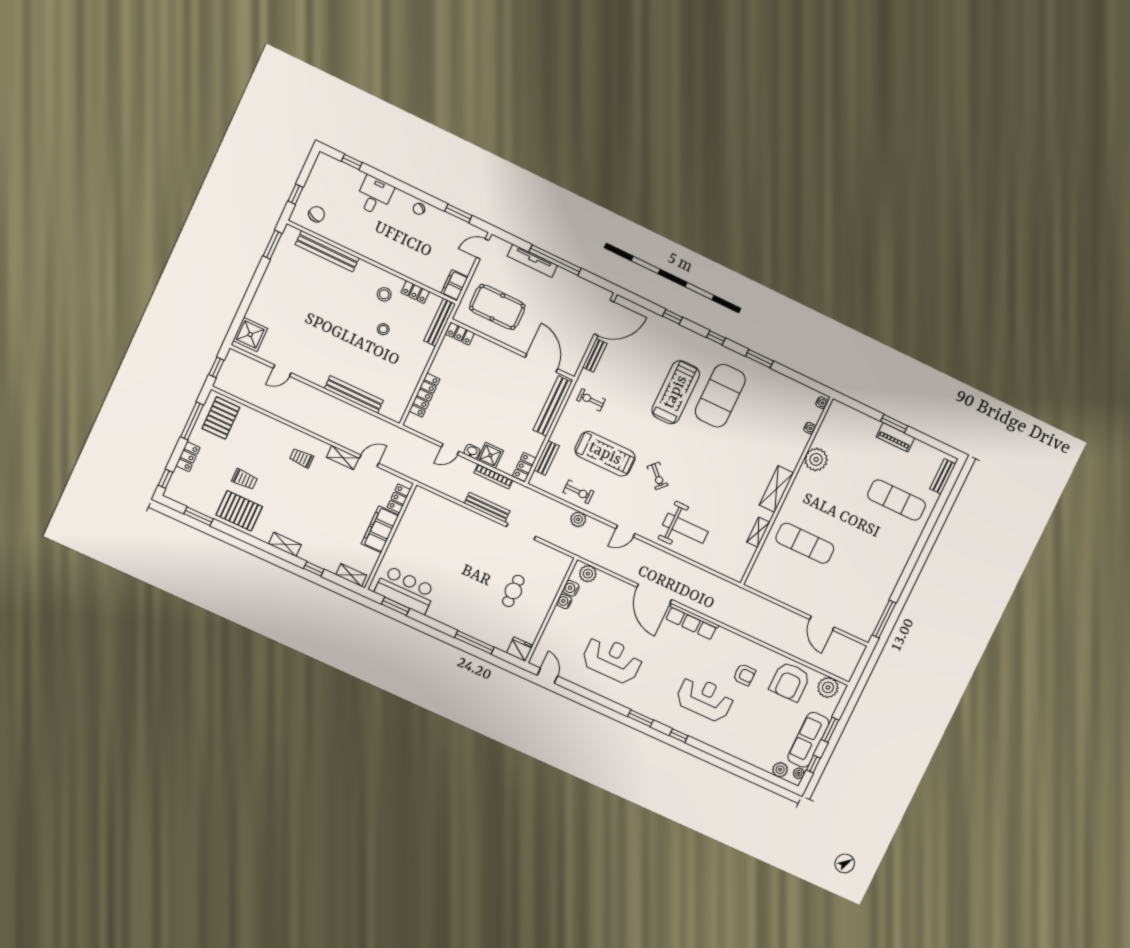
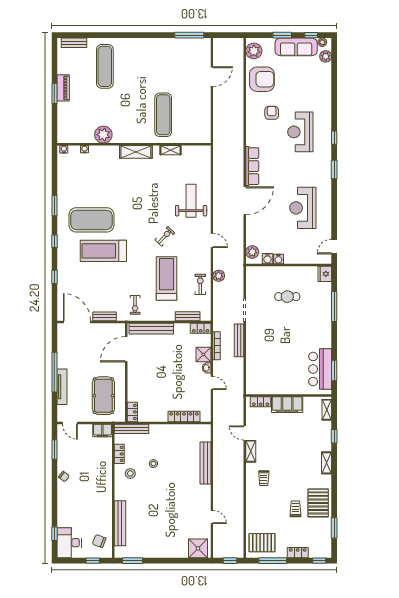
desk: (374, 196) -> (69, 543), moved, width x1.37

